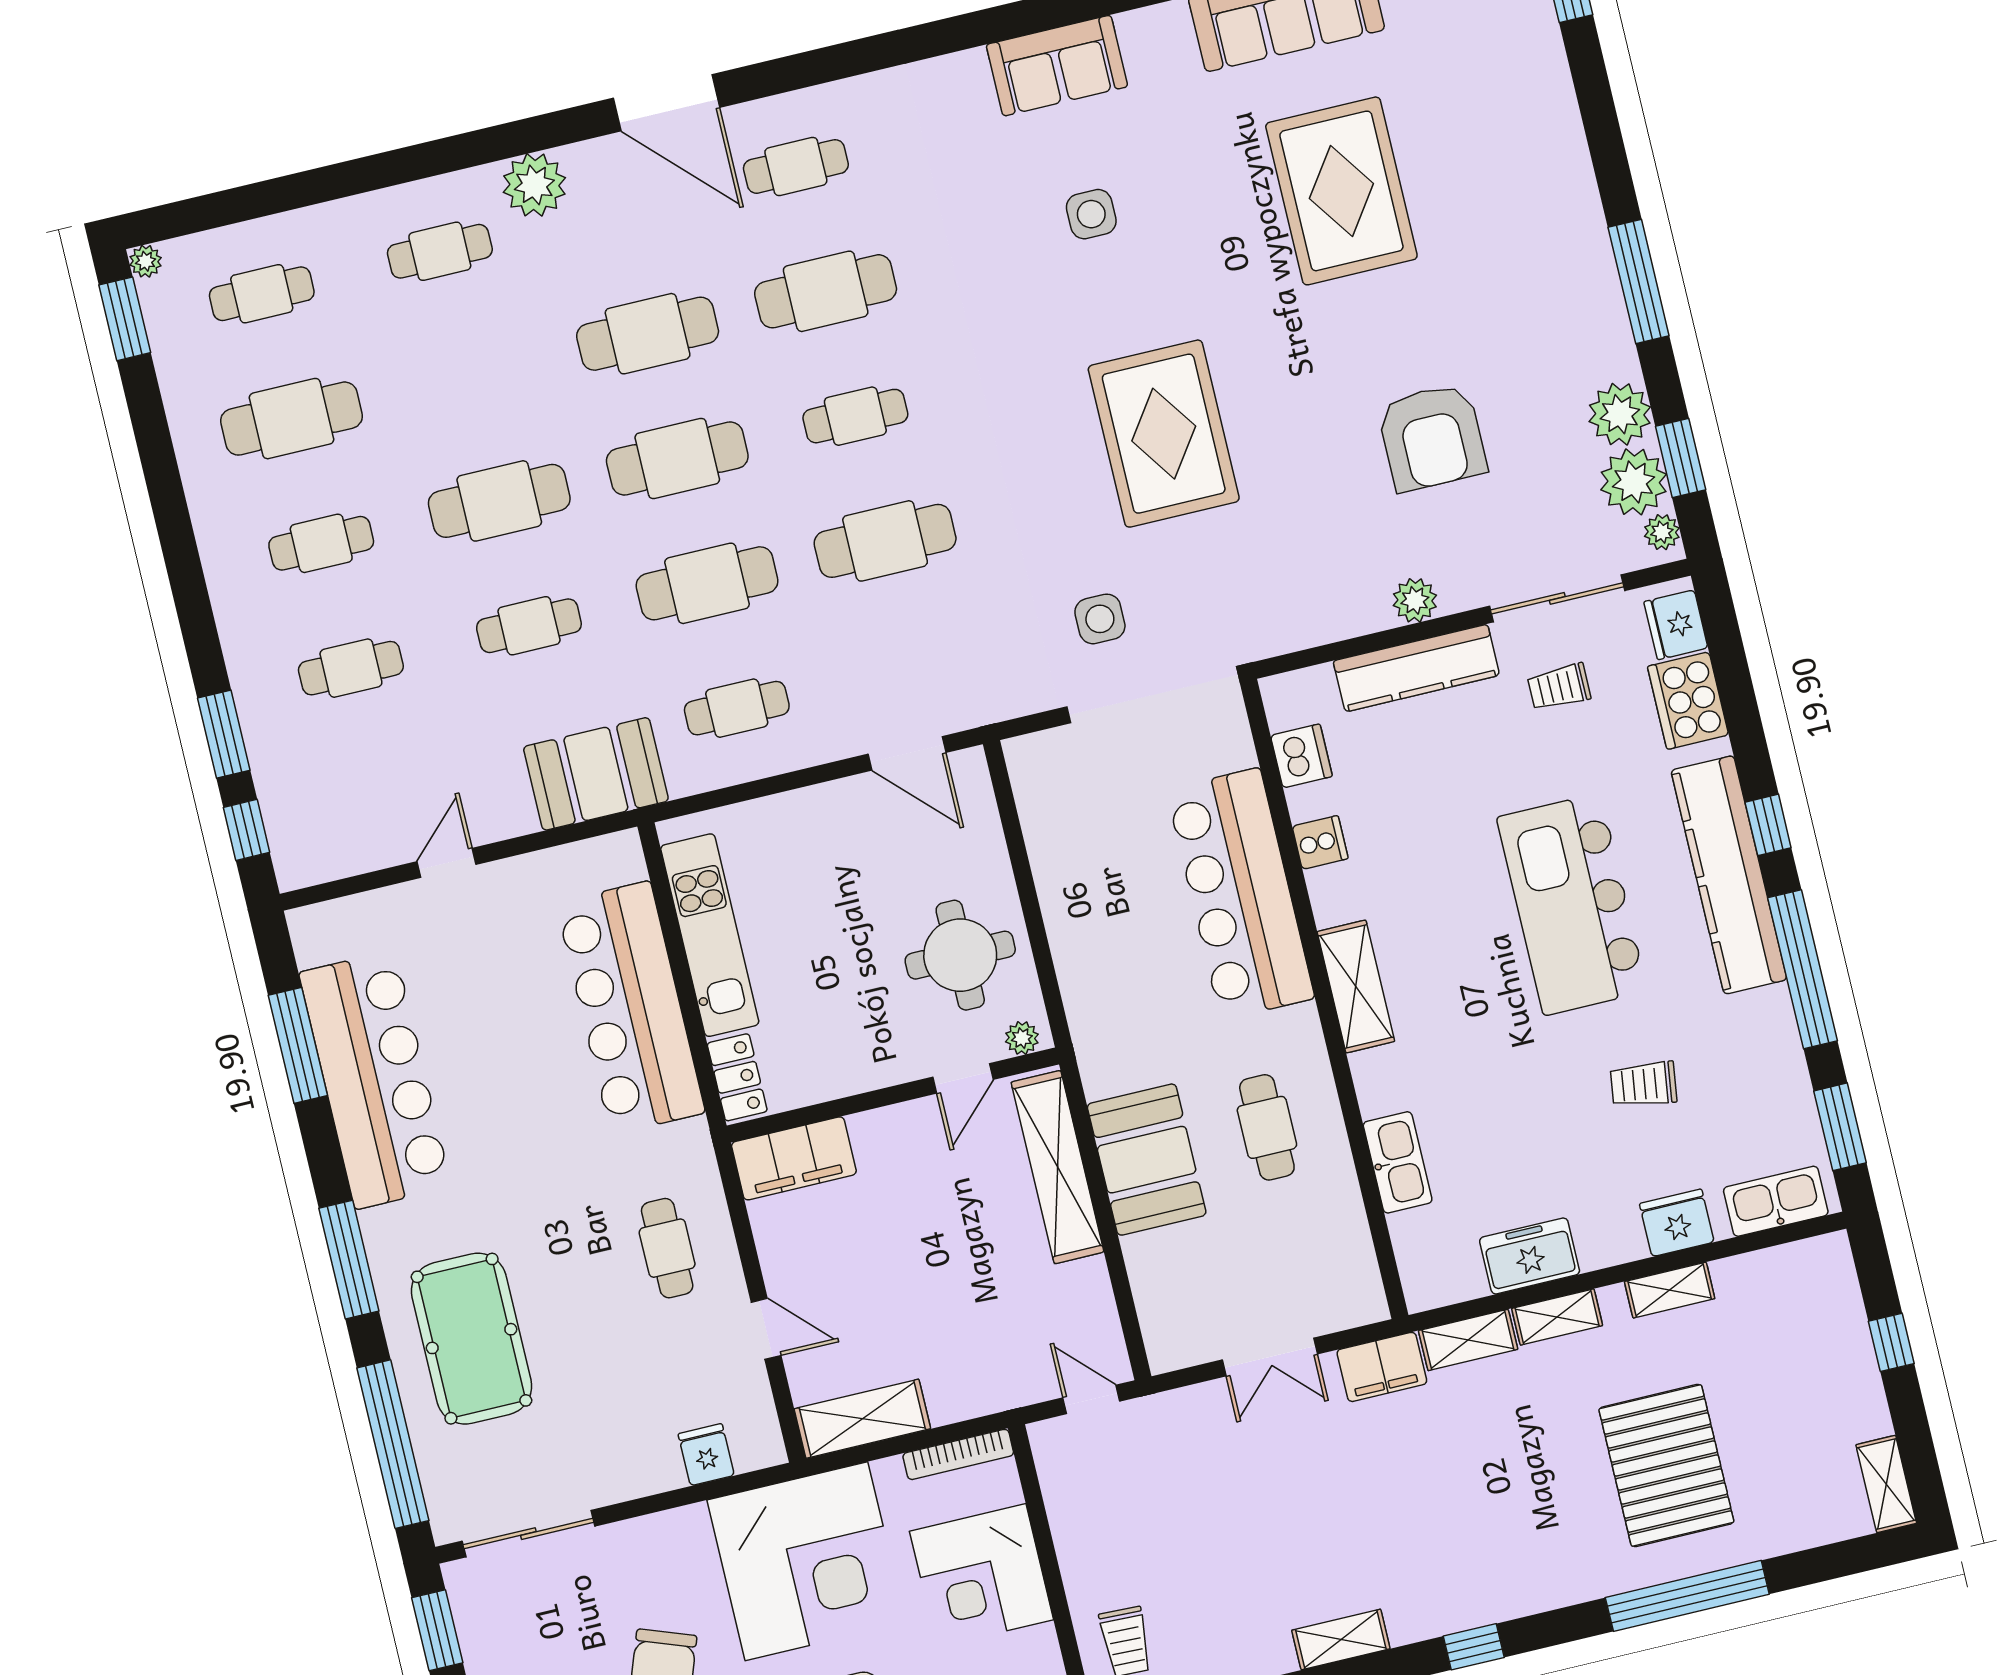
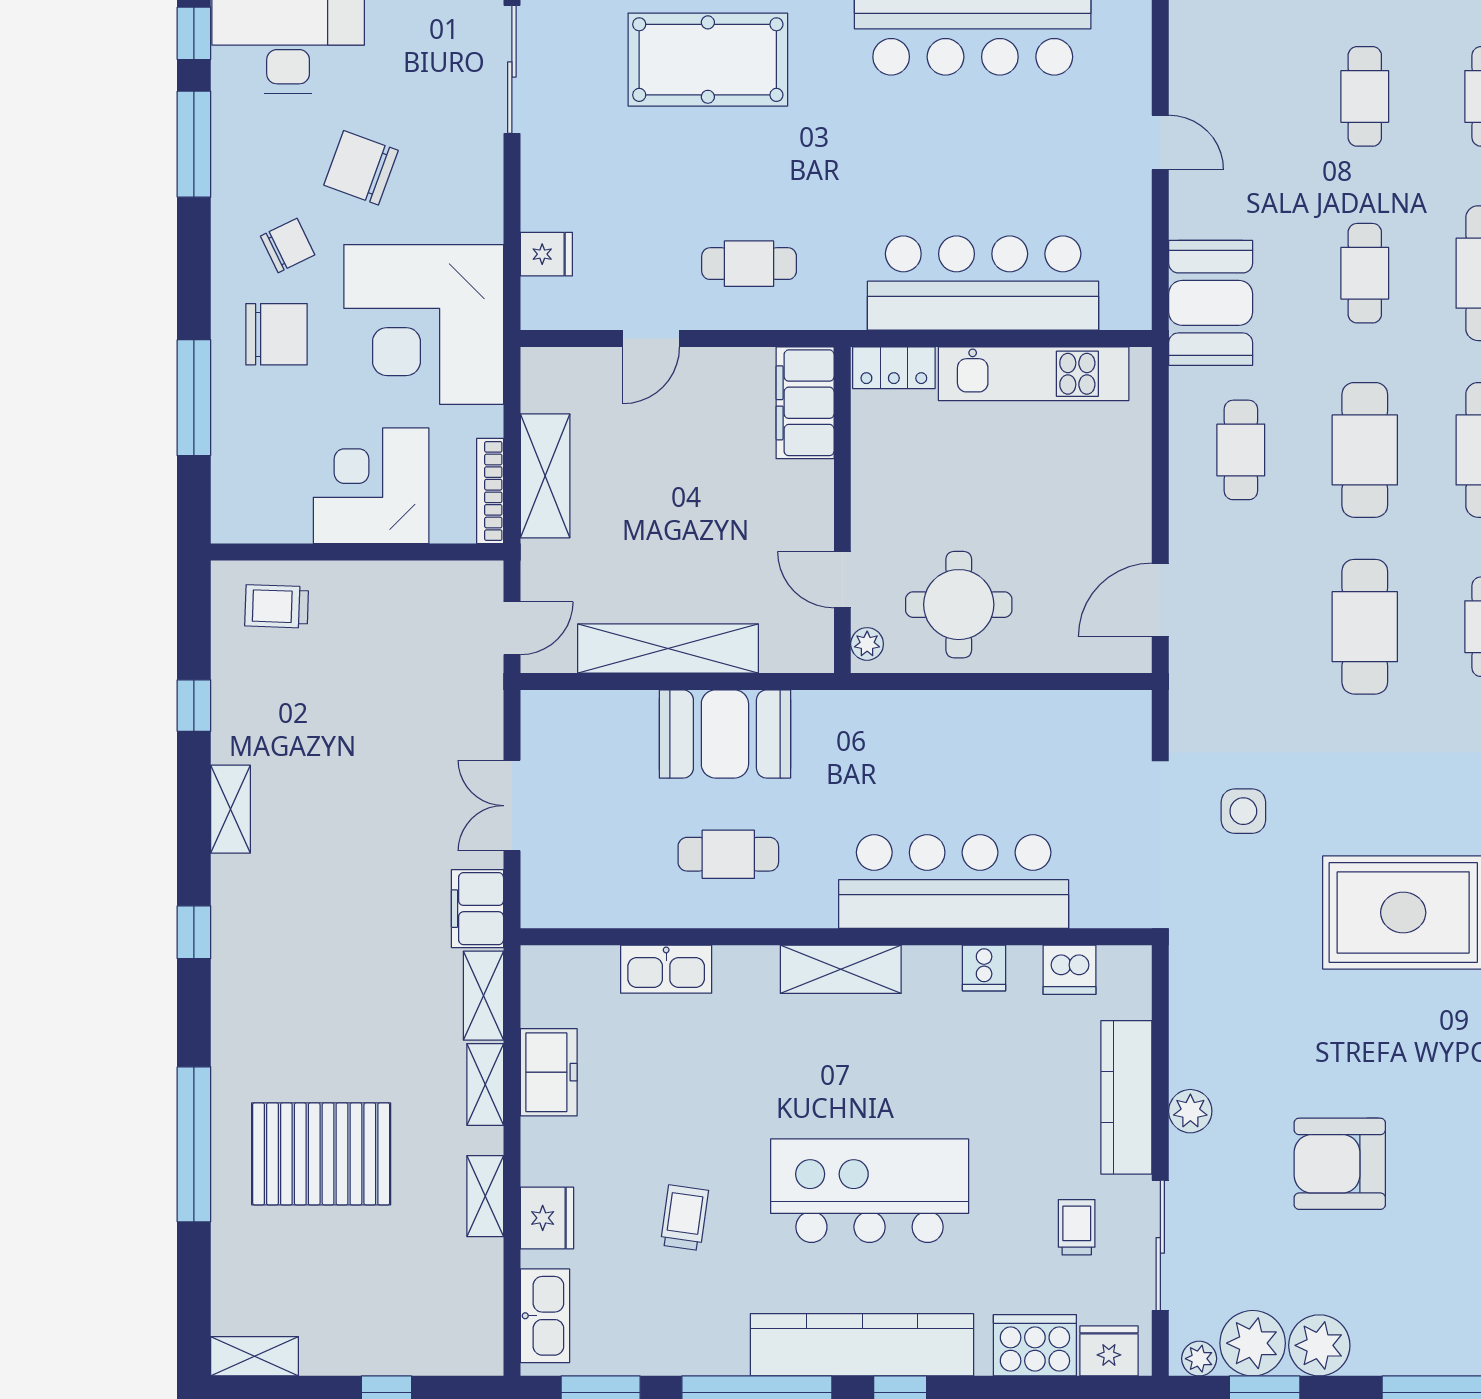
shelving: (1057, 1167) -> (668, 649), moved
shelving: (862, 1419) -> (545, 476), moved

